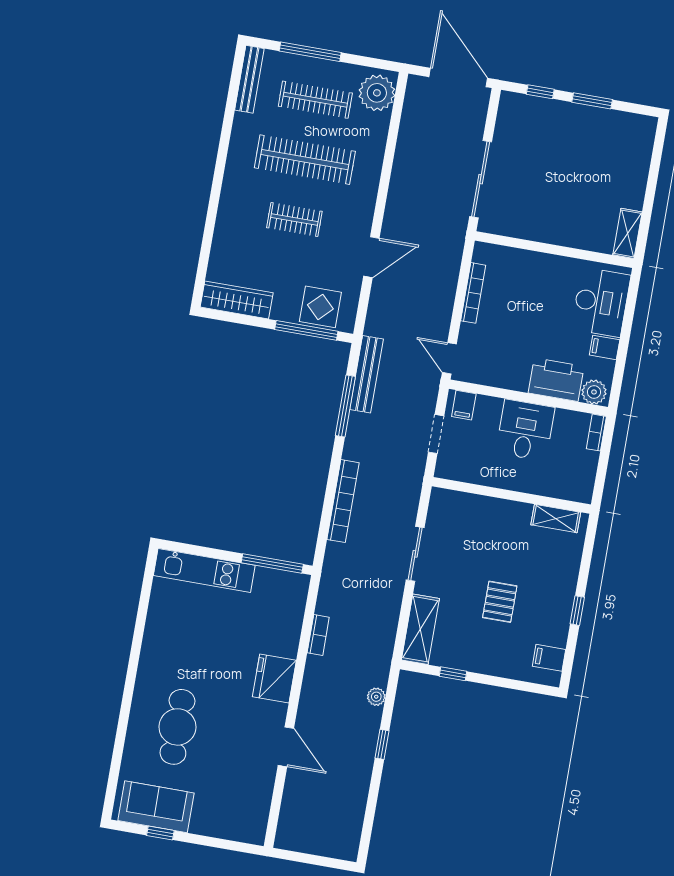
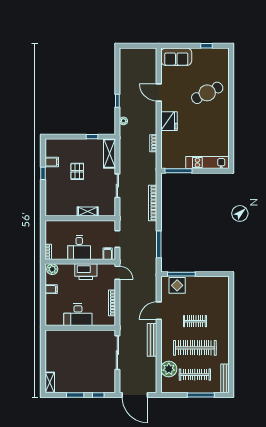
plant: (377, 93) -> (169, 369), moved
shelving: (627, 233) -> (50, 382), moved
wardrobe: (237, 300) -> (214, 282), removed
desk: (601, 302) -> (78, 315), moved, turned -90
bench: (366, 374) -> (152, 340), moved
printer: (556, 380) -> (86, 272), moved
shelving: (556, 518) -> (88, 212), moved
filing cabinet: (549, 658) -> (52, 162), moved
cafe table: (177, 727) -> (207, 93), turned 63
sofa: (156, 807) -> (176, 57), moved

